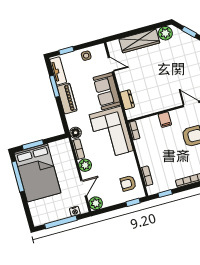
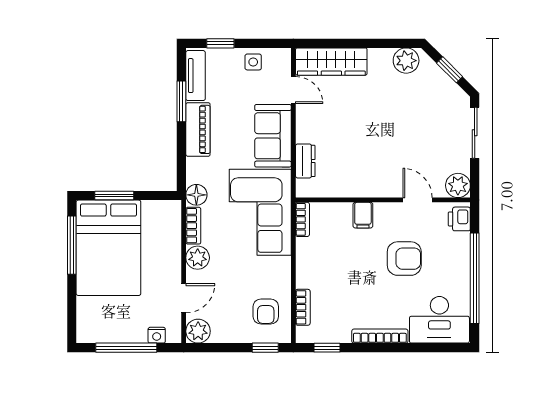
wardrobe: (139, 41) -> (331, 62), moved
armchair: (128, 183) -> (266, 311), turned -90

